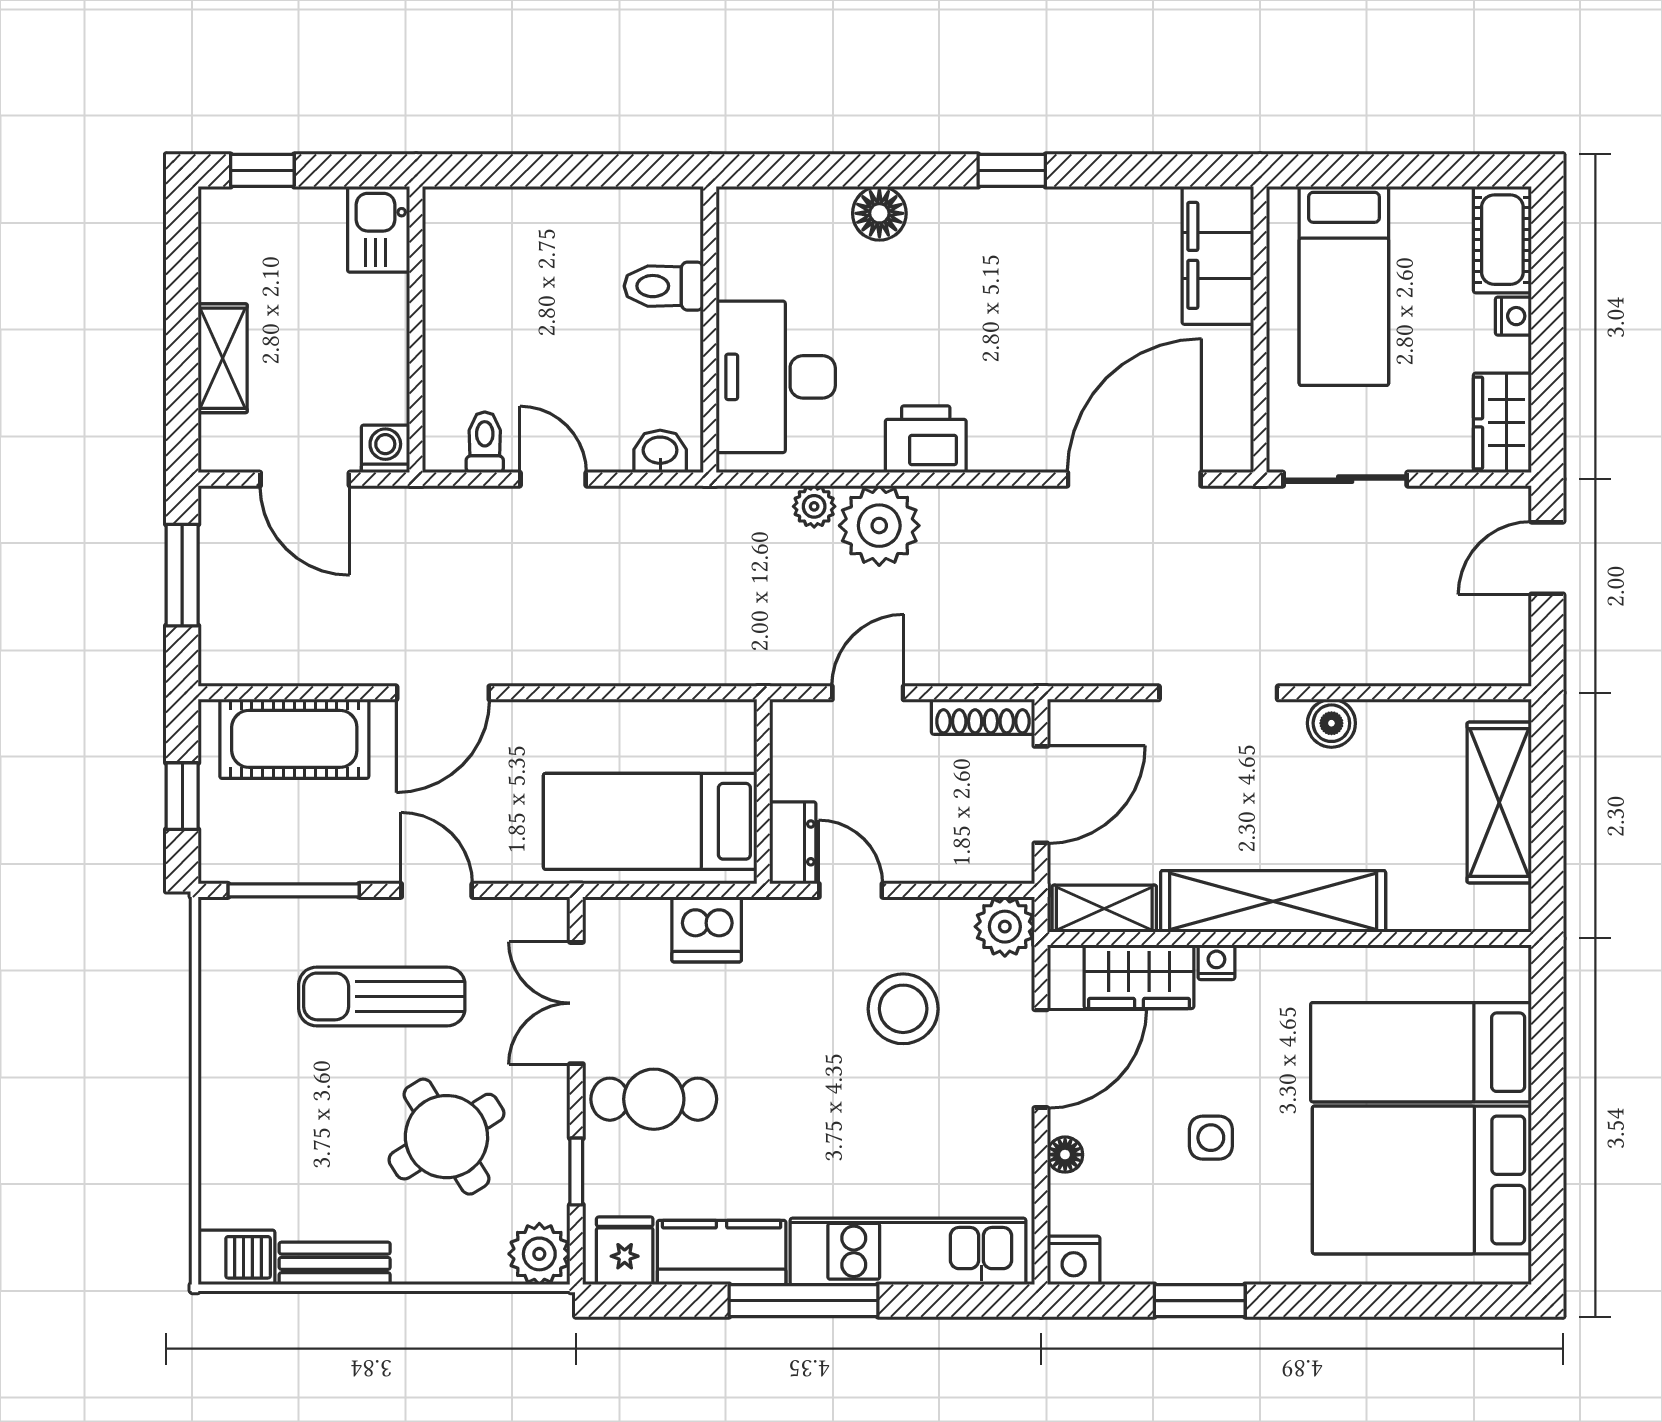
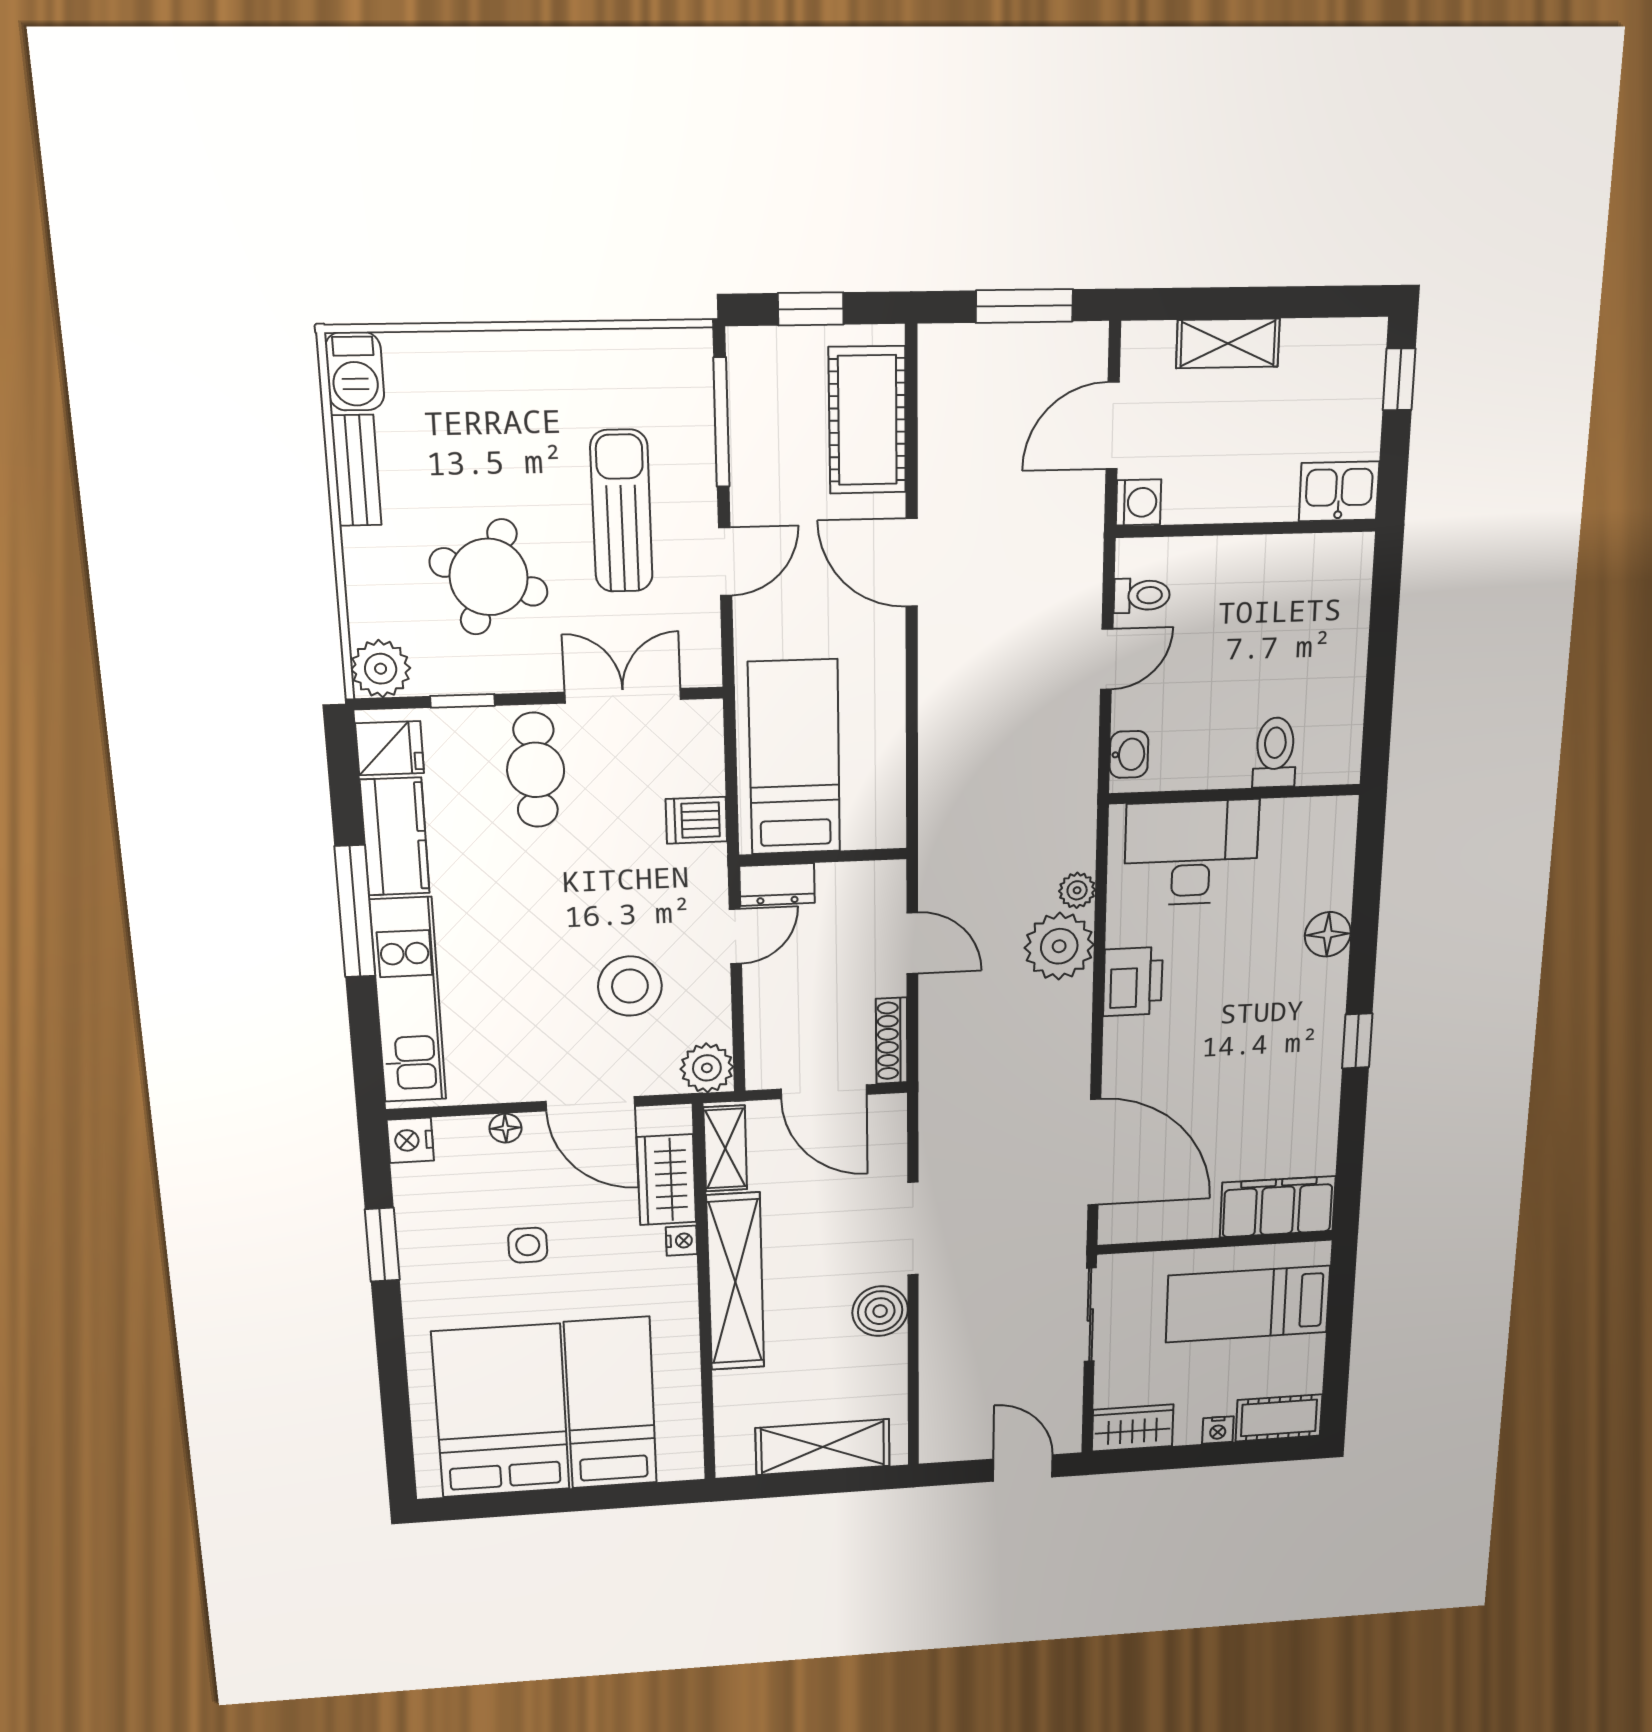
boiler: (1331, 723) -> (880, 1311), width x1.36, depth x1.36
dishwasher: (707, 929) -> (696, 820), width x0.73
round table: (446, 1137) -> (489, 577), turned -38

